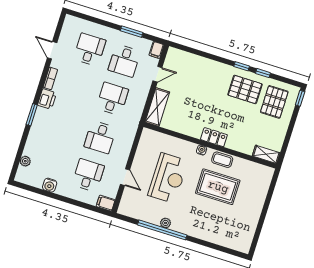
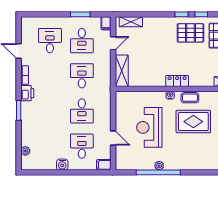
shelving: (184, 57) -> (131, 22), added
reception desk: (168, 178) -> (149, 127), turned 180
water cooler: (50, 185) -> (62, 165), moved

